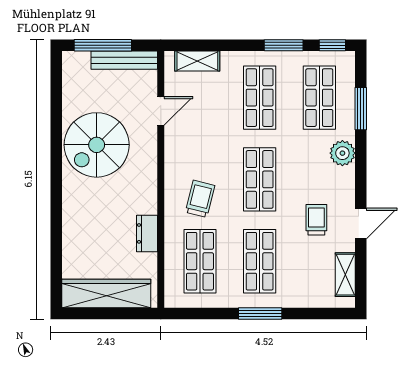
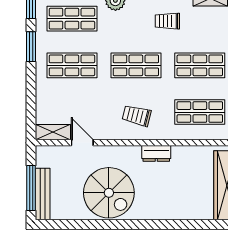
bench: (124, 60) -> (43, 194), moved
shelving: (197, 61) -> (53, 132), moved, turned 90
trolley: (200, 199) -> (137, 116), moved
dresser: (147, 233) -> (156, 153), moved

